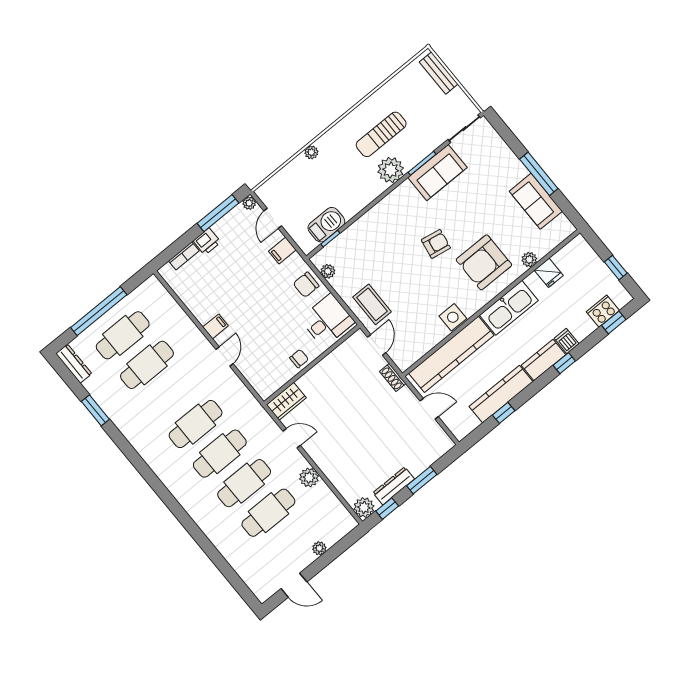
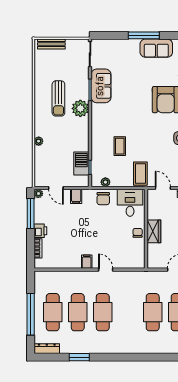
armchair: (436, 244) -> (136, 116), removed
coffee table: (384, 253) -> (120, 146), added
coffee table: (372, 304) -> (140, 174), turned 90
wardrobe: (286, 401) -> (154, 231), moved
cafe table: (196, 424) -> (103, 312), moved

